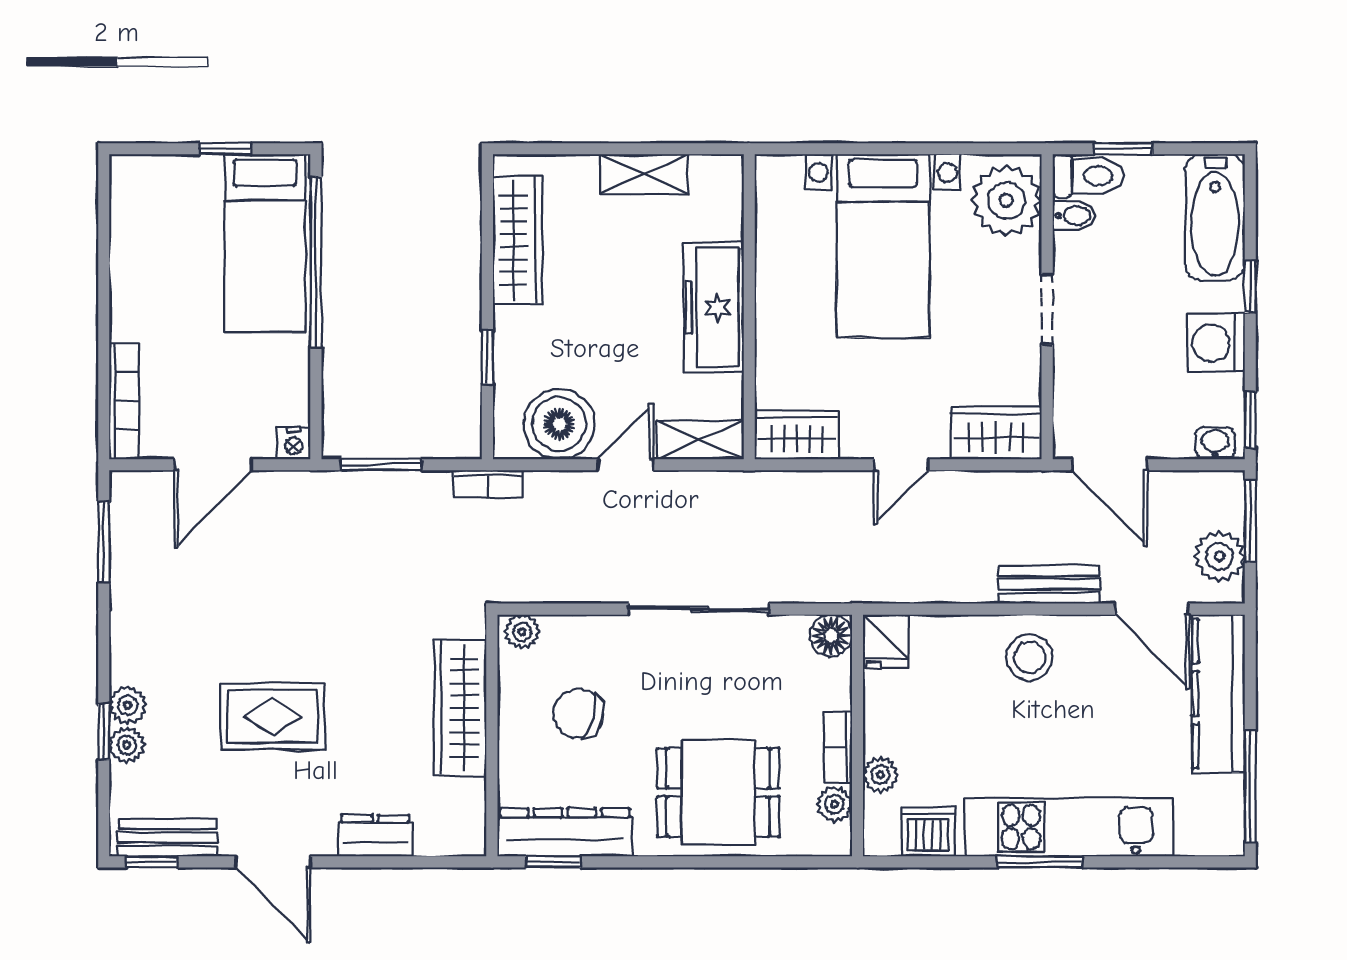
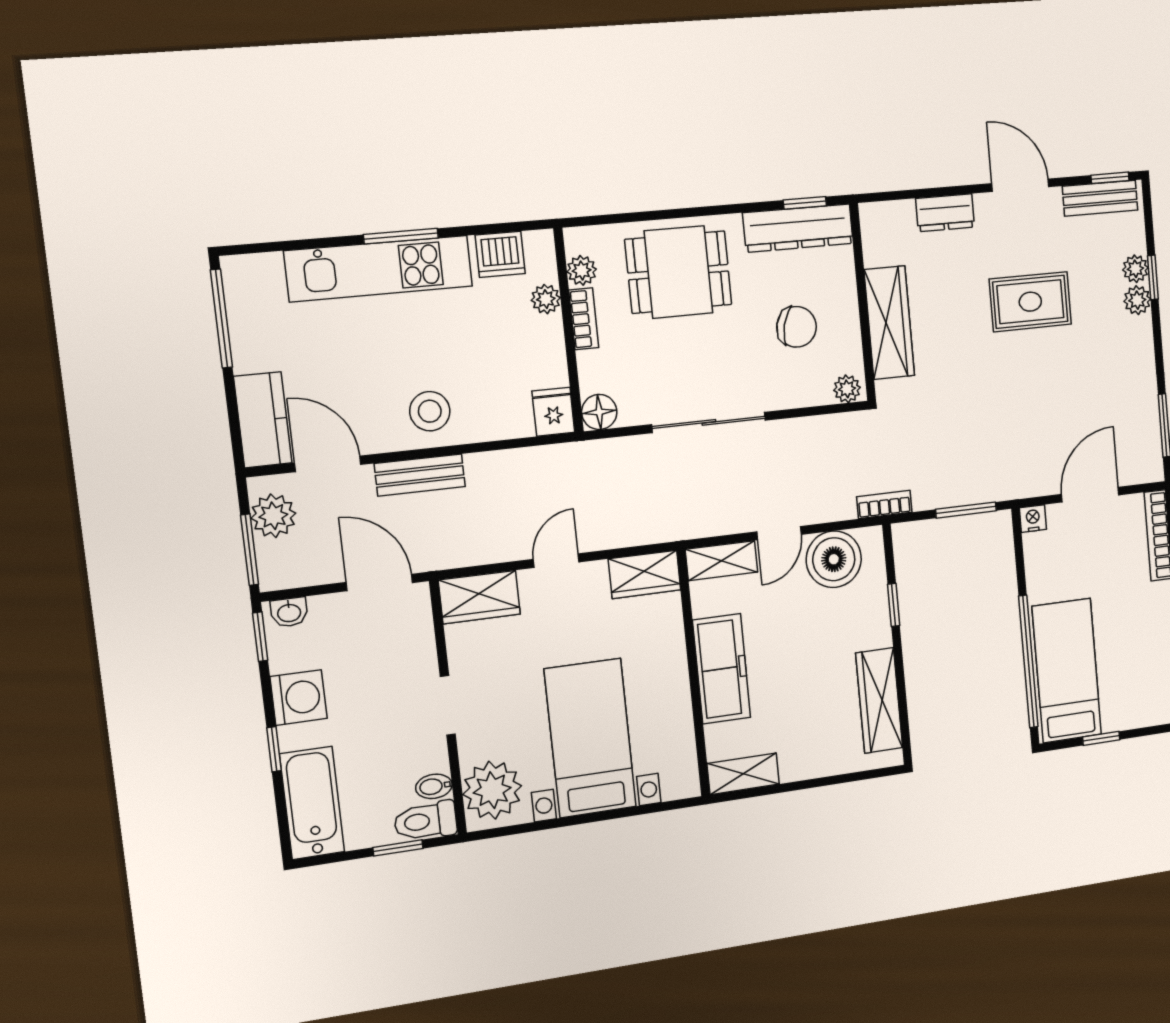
shelving: (644, 174) -> (743, 774), moved
kitchen counter: (1218, 694) -> (263, 420), width x0.67

